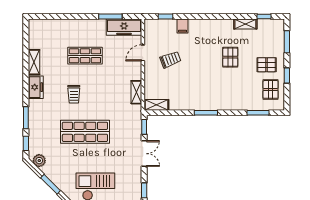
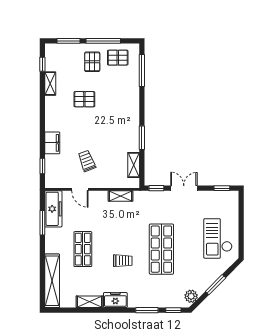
shelving: (54, 26) -> (52, 281), added
filing cabinet: (183, 26) -> (52, 143), width x2.00
window: (287, 76) -> (103, 41), width x2.17
shelving: (156, 105) -> (134, 165), moved
window: (206, 113) -> (142, 138), moved
window: (258, 113) -> (142, 71), width x1.44

